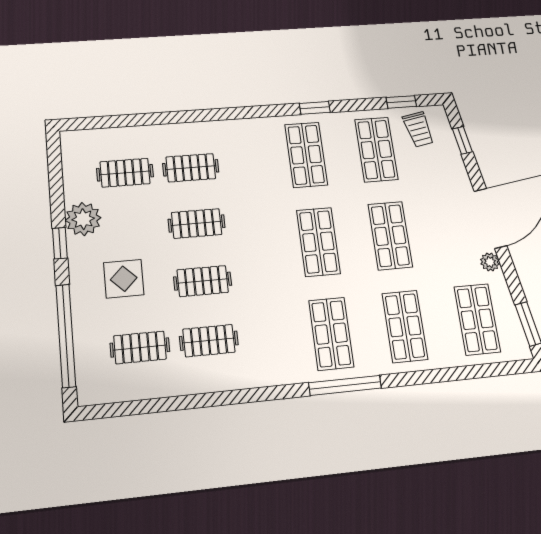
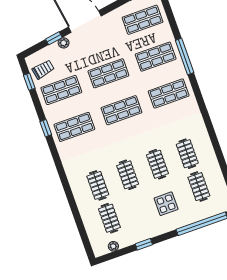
window: (462, 140) -> (54, 38), moved
plant: (83, 219) -> (113, 246), moved, width x0.53, depth x0.53
window: (60, 243) -> (144, 244), moved
plant: (490, 262) -> (64, 43), moved
window: (345, 385) -> (185, 57), moved

